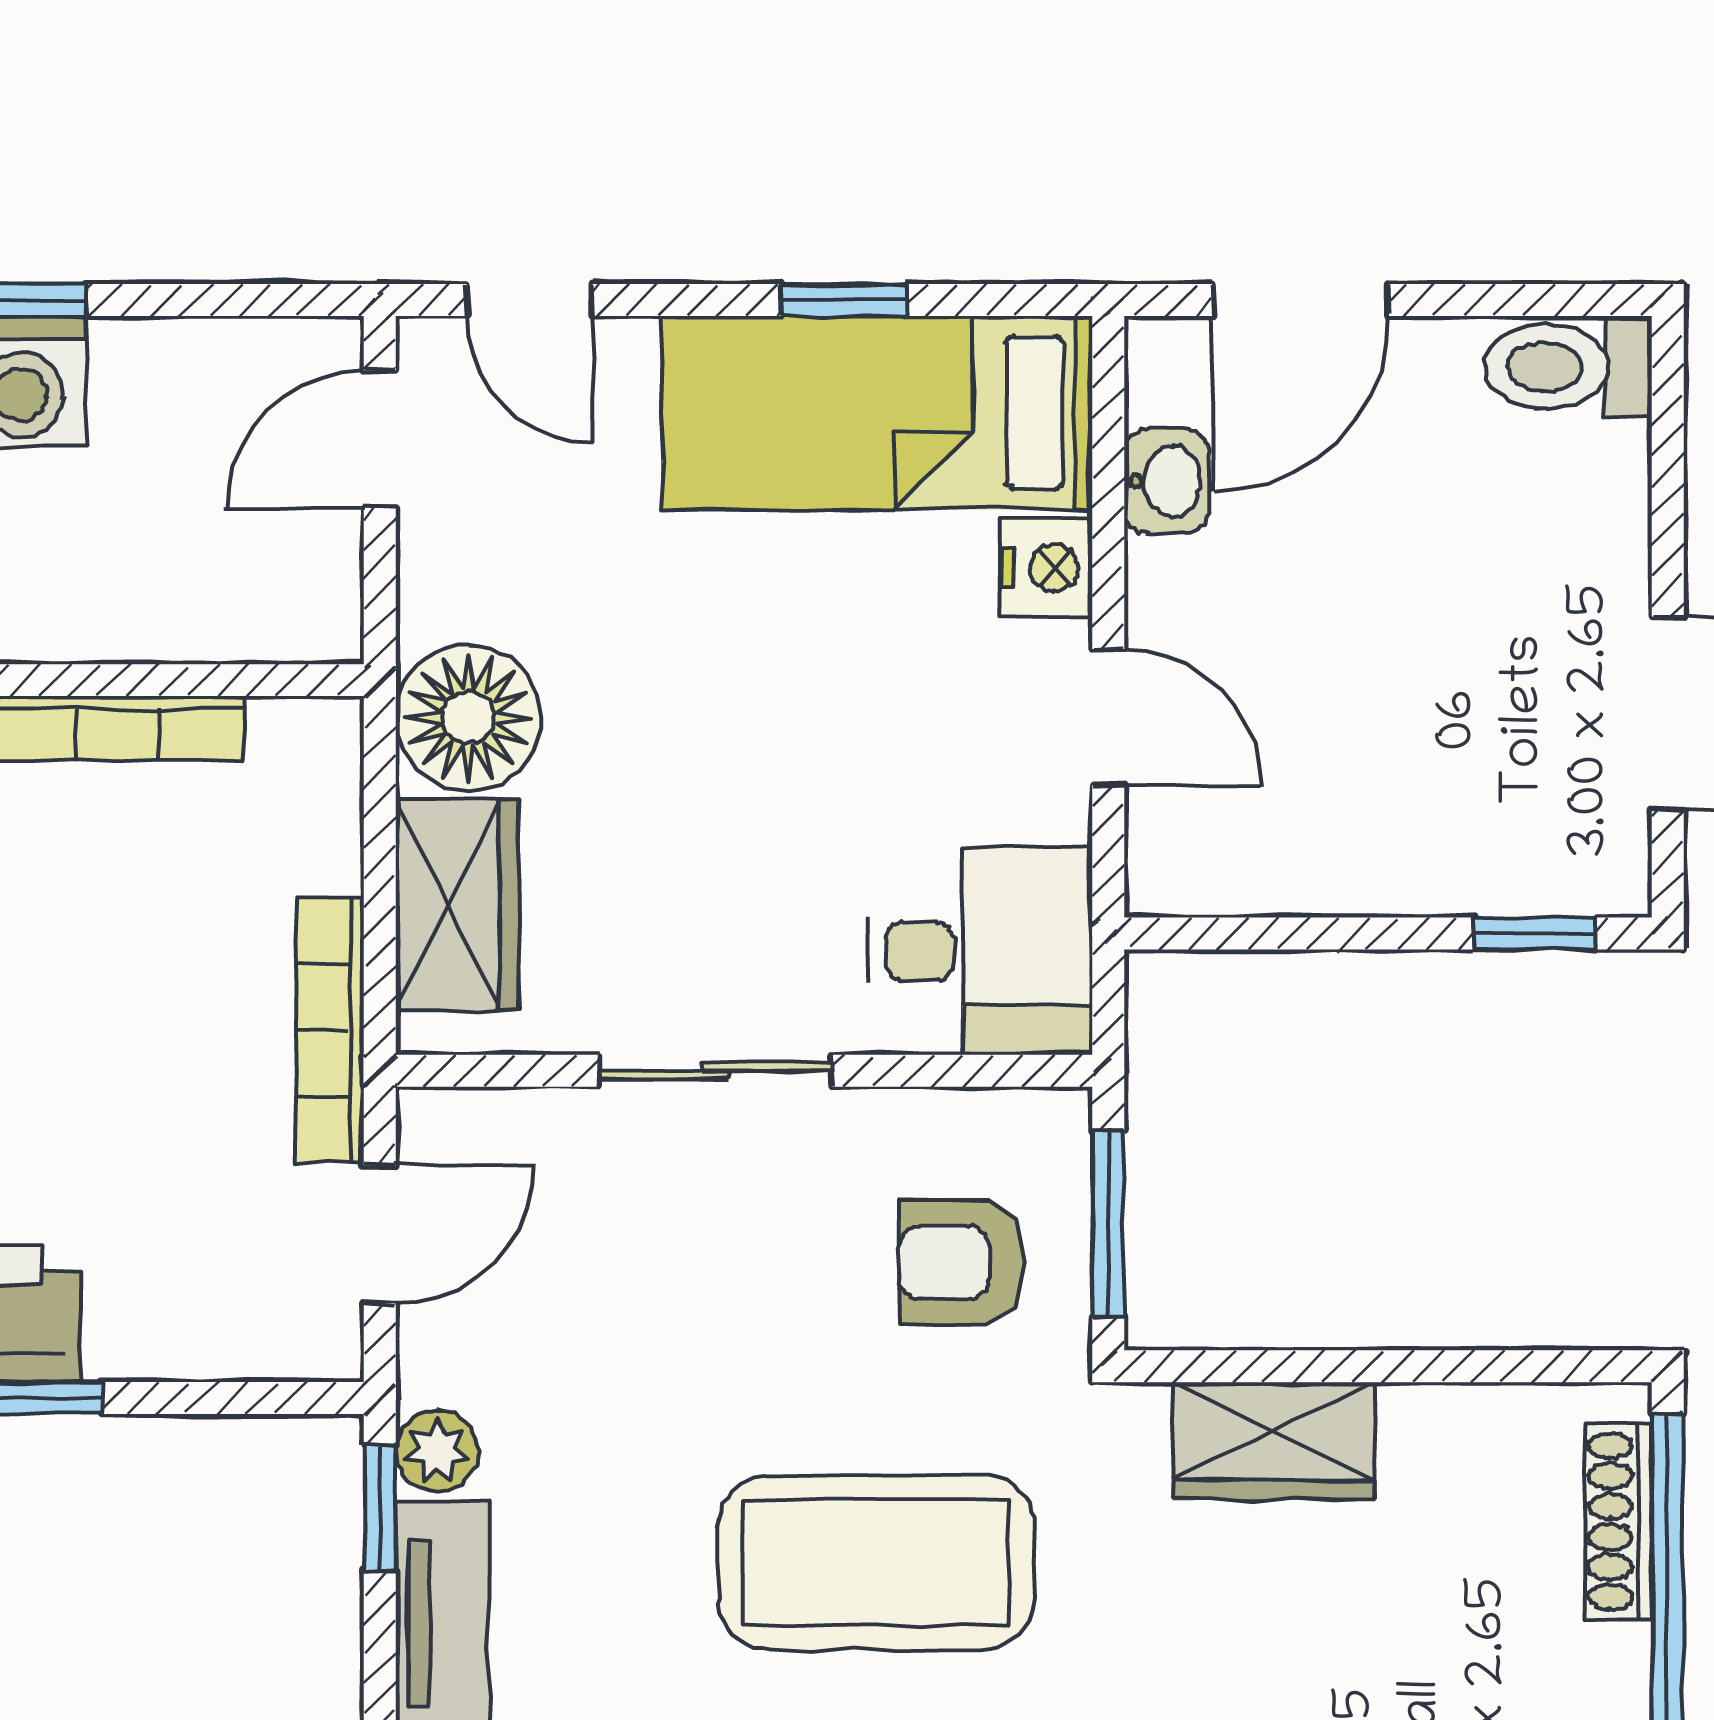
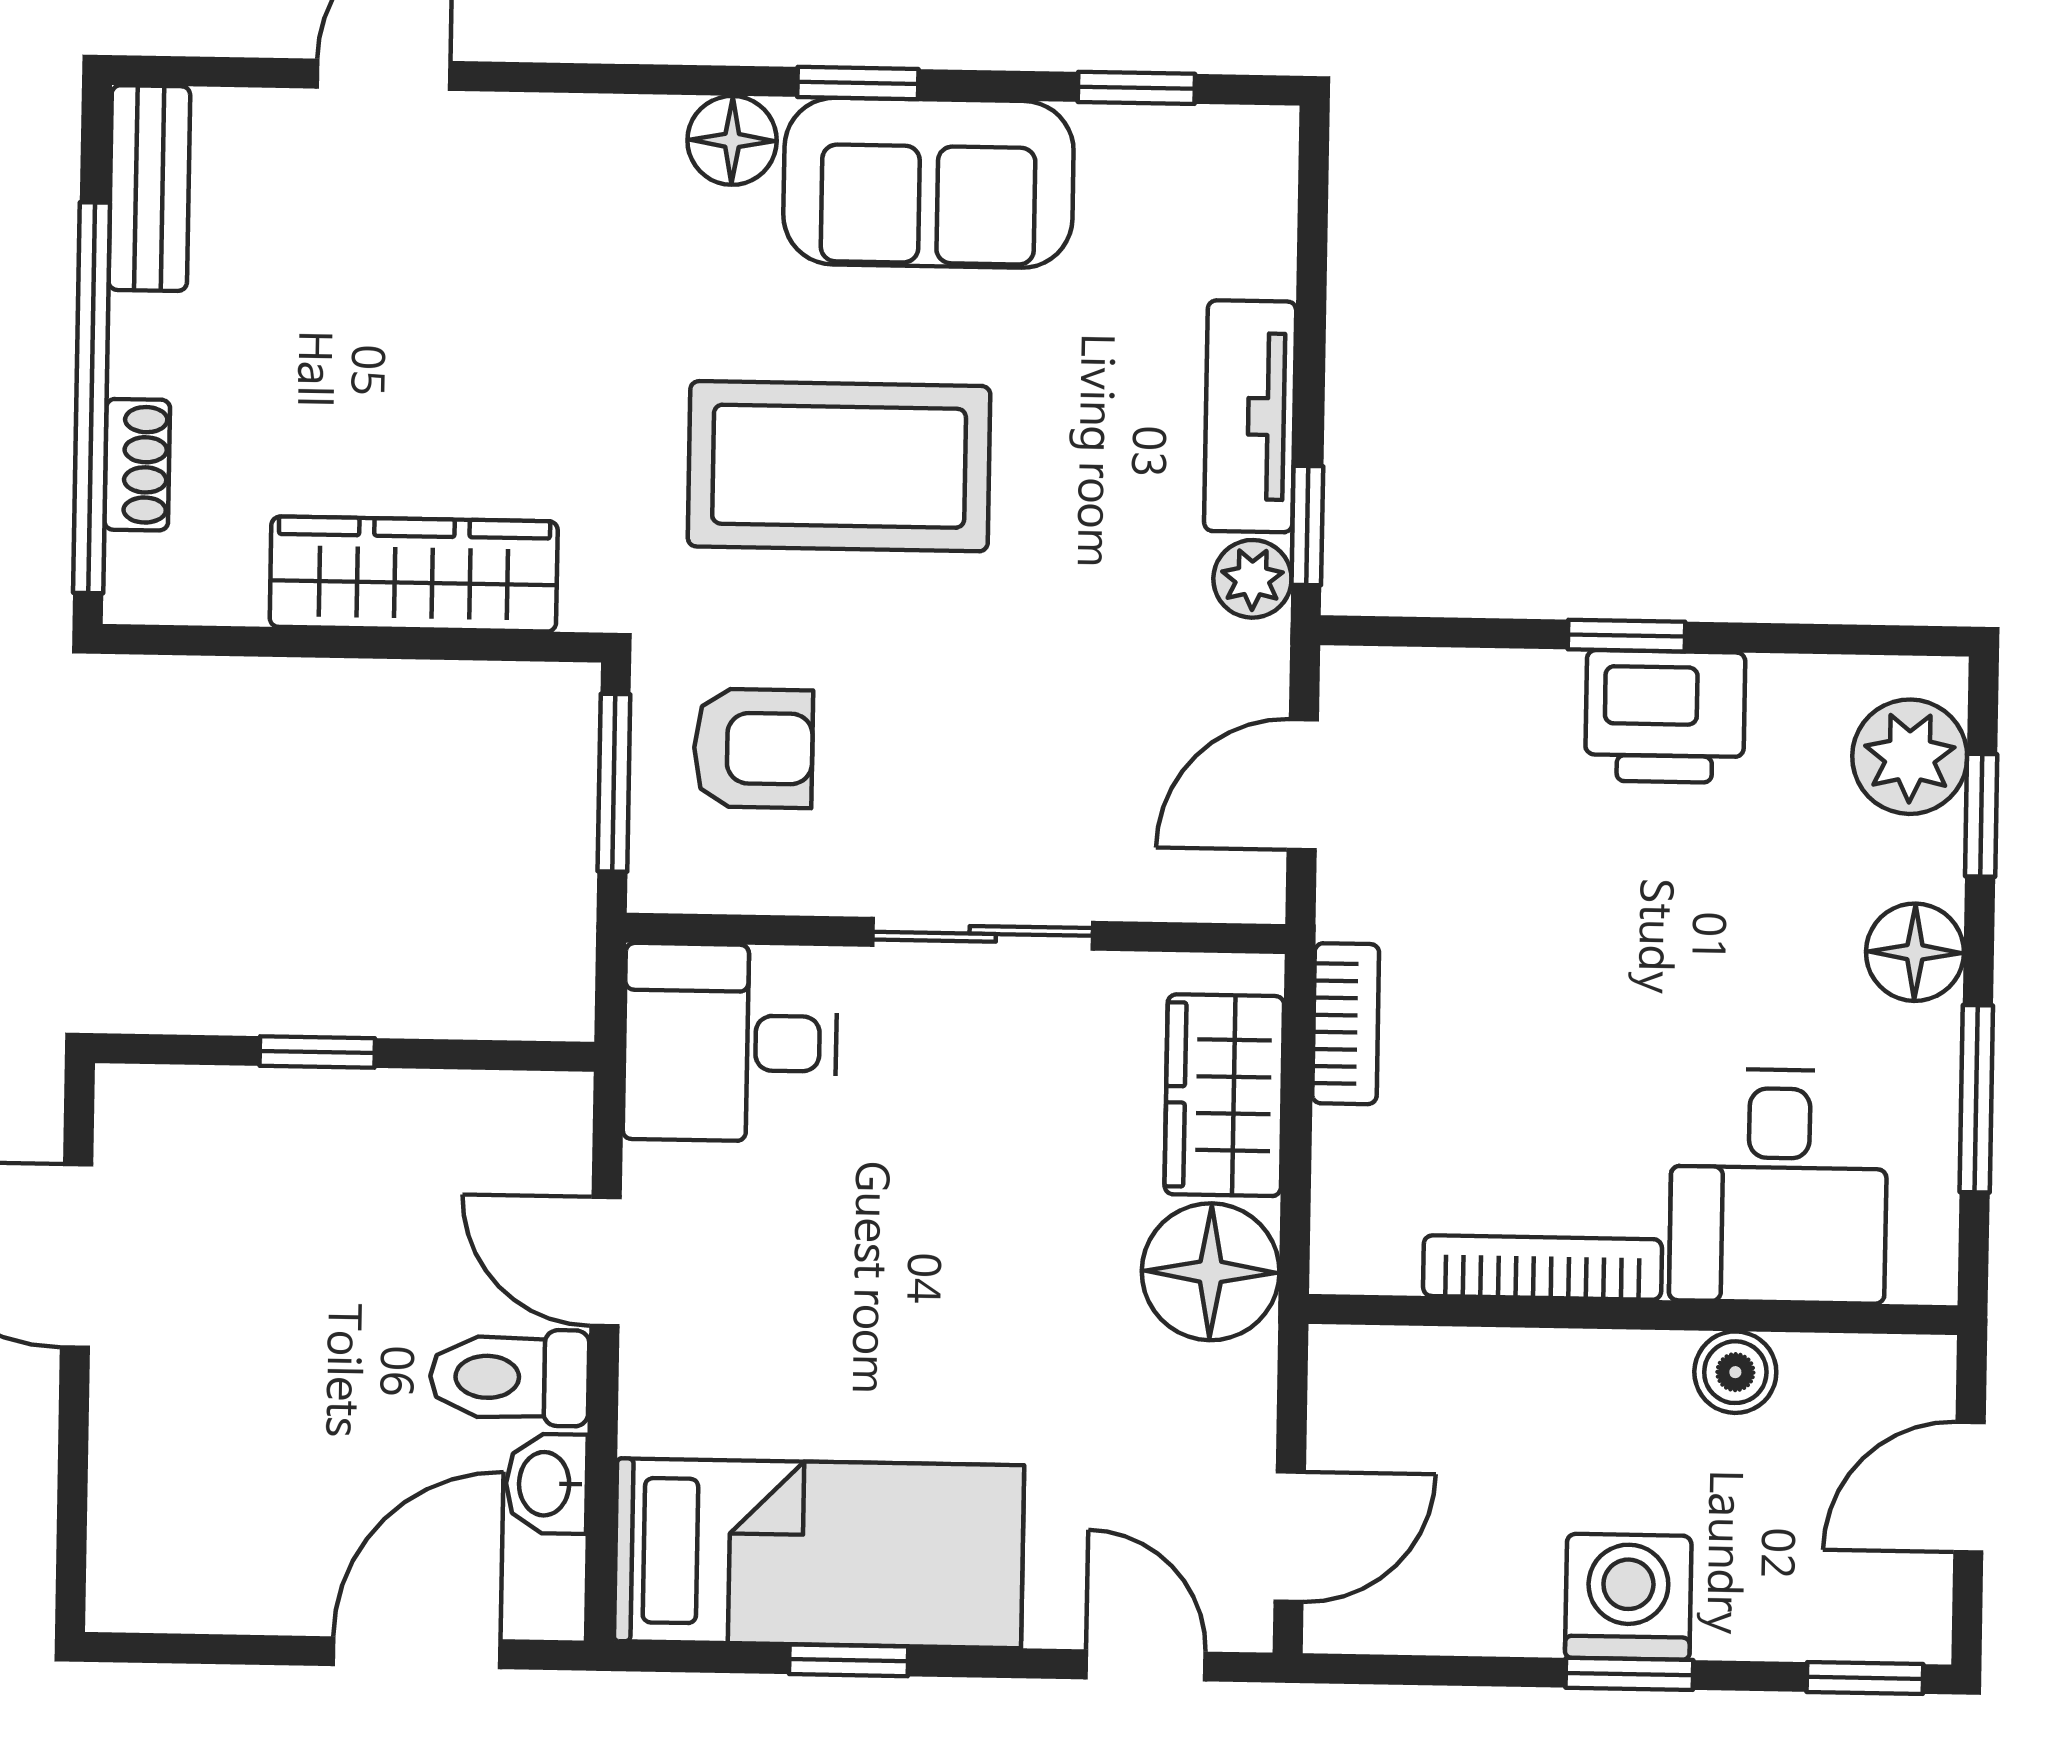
toilet: (1568, 367) -> (509, 1377), moved, turned 180
nightstand: (1047, 568) -> (661, 1404), removed
window: (1534, 933) -> (317, 1052), moved
bookcase: (330, 1030) -> (1346, 1024), width x0.64
wardrobe: (1273, 1441) -> (414, 574), width x1.50
shoe rack: (1618, 1521) -> (137, 465), width x0.70

